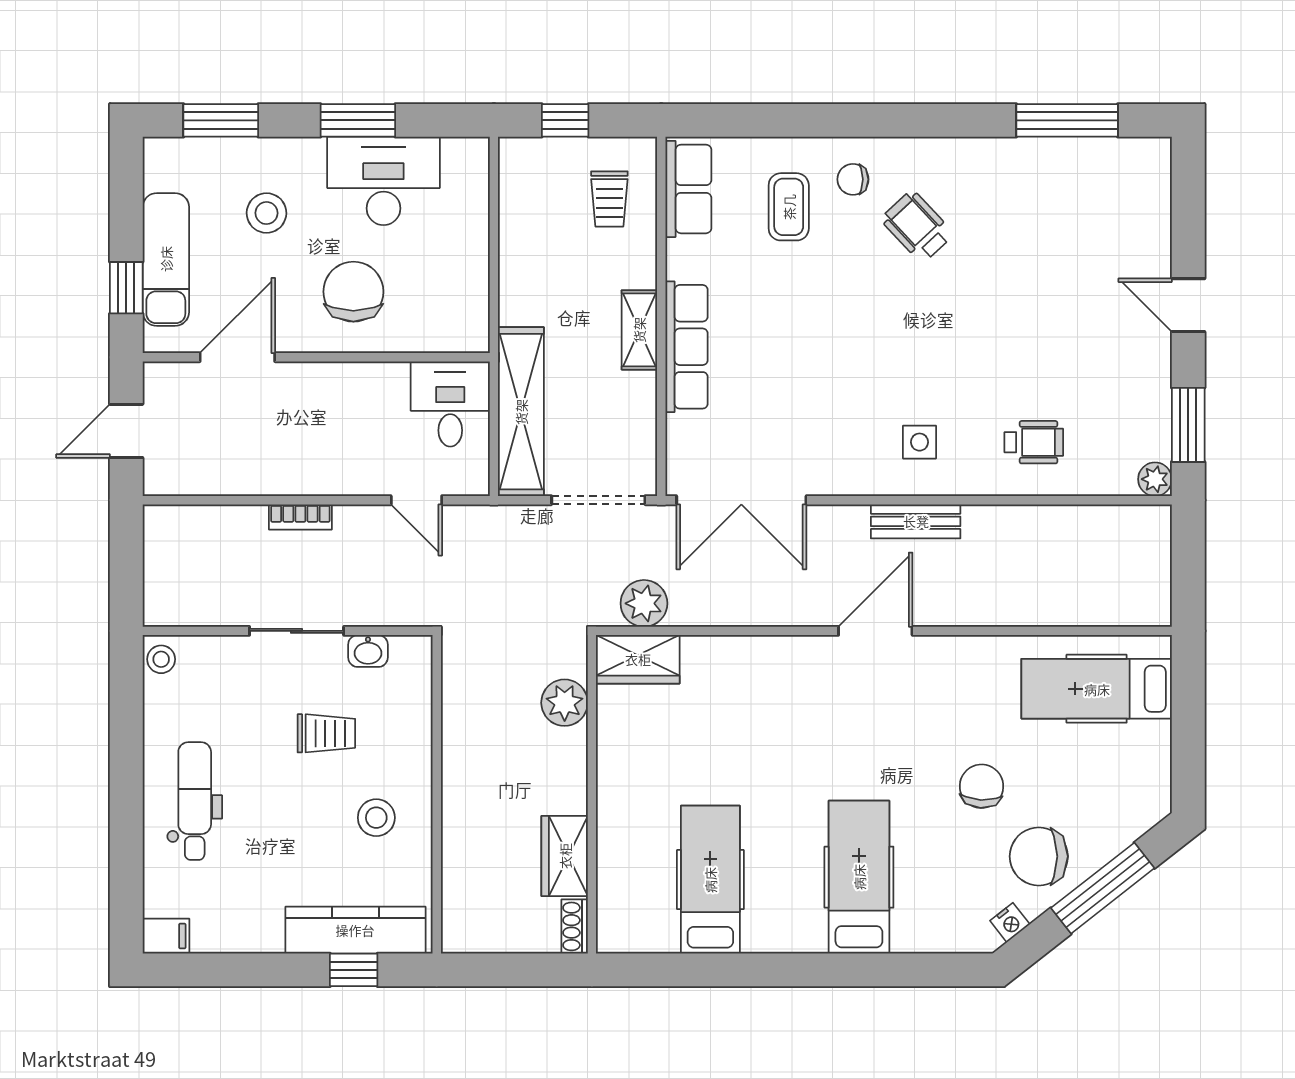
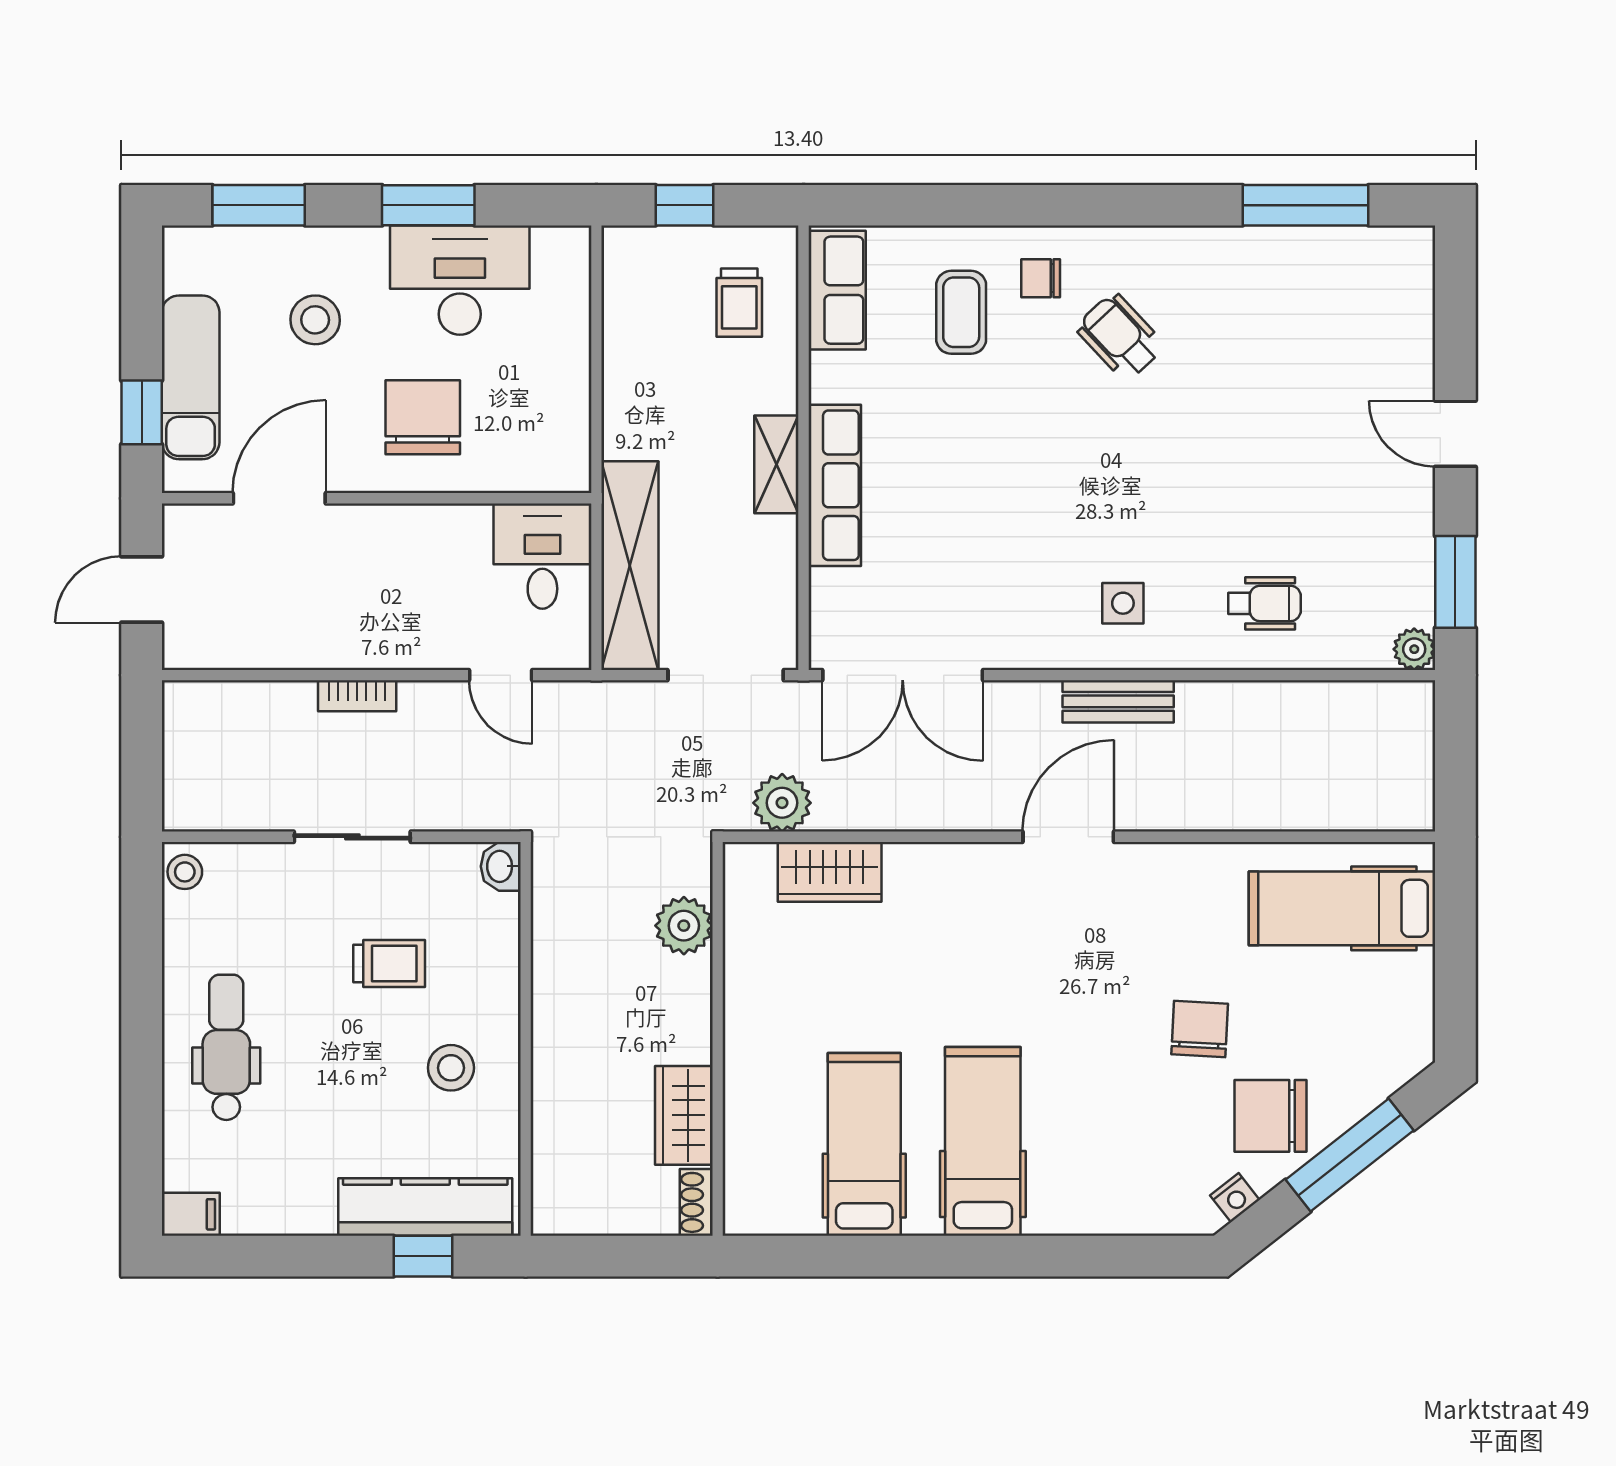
washbasin: (368, 651) -> (501, 866), moved, turned 90
wardrobe: (638, 659) -> (830, 872), moved
hospital bed: (859, 877) -> (983, 1141), moved

